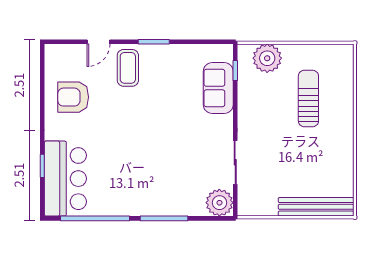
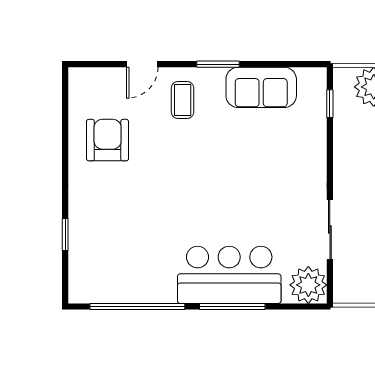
coffee table: (128, 68) -> (183, 100), width x0.73, depth x0.77
sofa: (218, 88) -> (261, 87), moved, turned -90
armchair: (73, 97) -> (108, 140), turned 90
bar counter: (65, 179) -> (229, 275), moved, turned -90

